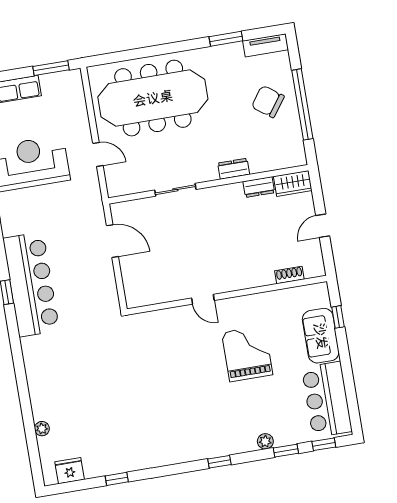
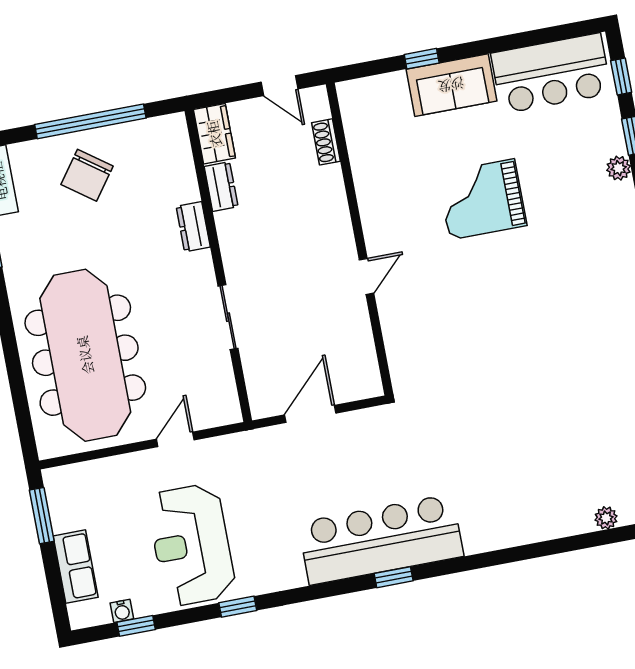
shoe rack: (289, 275) -> (326, 142), moved
wall: (227, 295) -> (360, 239), moved
door: (203, 299) -> (367, 276), moved

